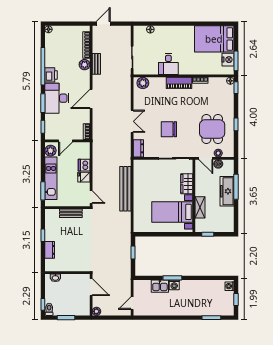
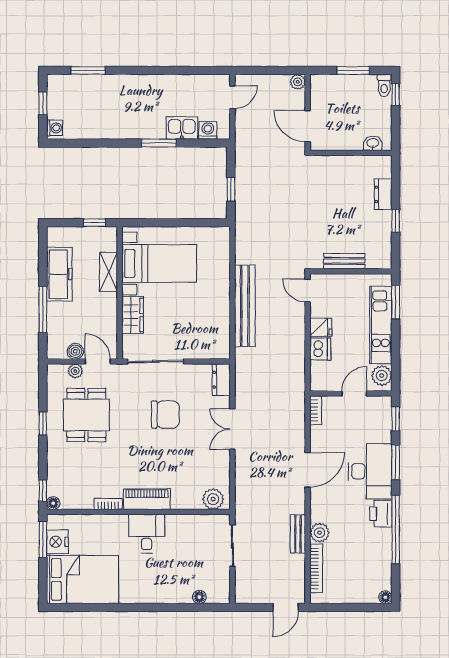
desk: (168, 64) -> (147, 534), moved
freezer: (227, 191) -> (59, 274), moved
washing machine: (174, 285) -> (208, 130), moved

